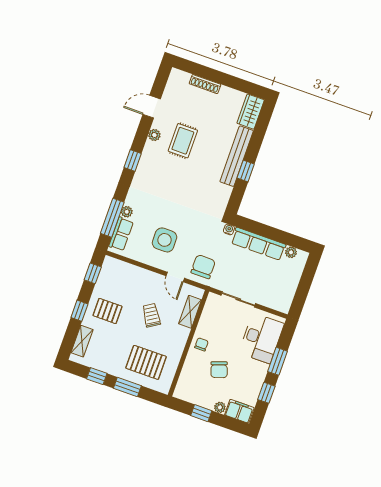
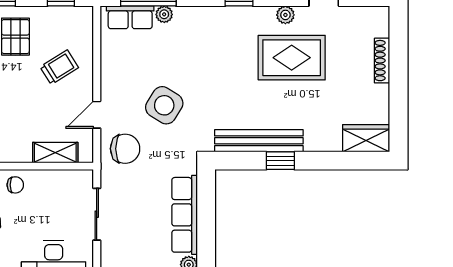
rug: (183, 141) -> (292, 58), width x1.36, depth x1.43
bench: (237, 156) -> (259, 141), moved
water cooler: (229, 229) -> (190, 166), removed
side table: (165, 240) -> (164, 105), moved, turned 32
trolley: (151, 315) -> (59, 67), moved

